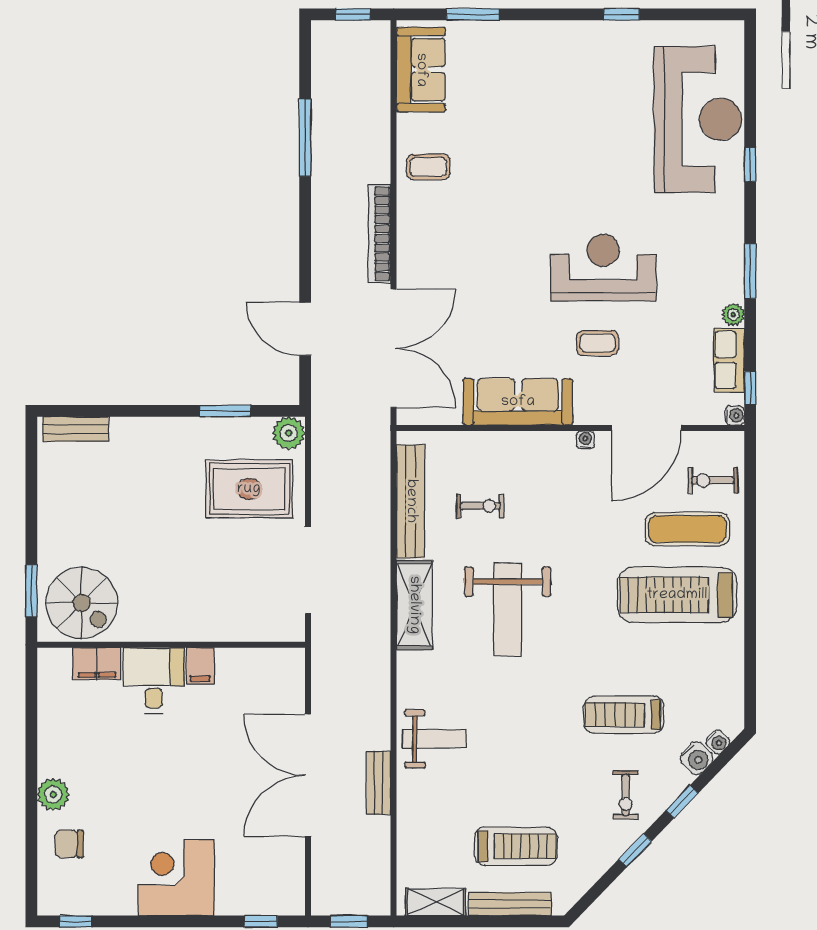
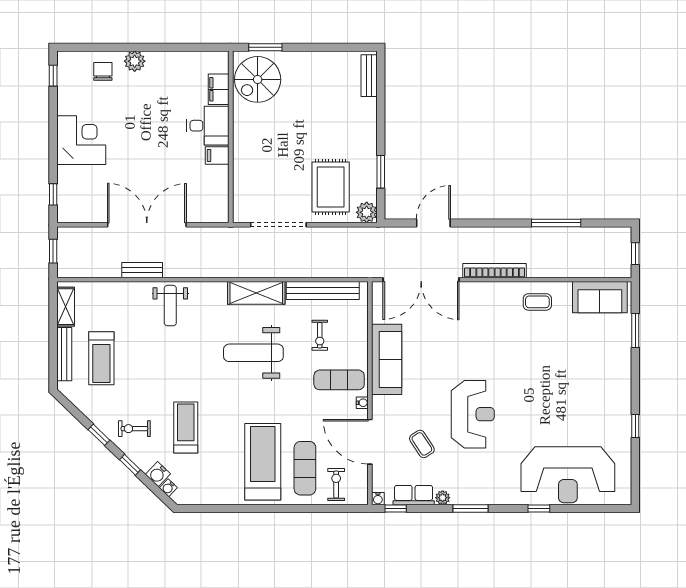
coffee table: (428, 167) -> (537, 302), turned 90
coffee table: (598, 343) -> (422, 444), moved, turned -33
exercise mat: (550, 476) -> (339, 380), added

